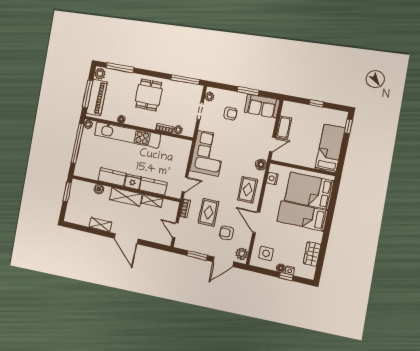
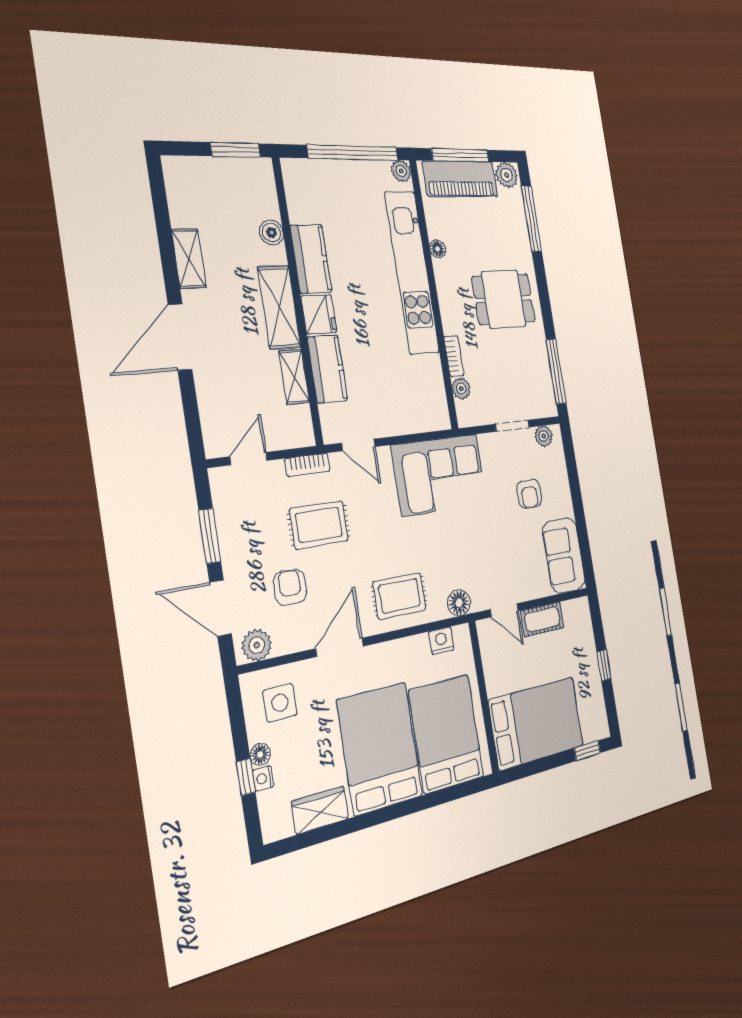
window: (248, 91) -> (579, 514), removed
bed: (330, 148) -> (536, 723), width x1.50
bed: (302, 216) -> (380, 748), width x1.50

